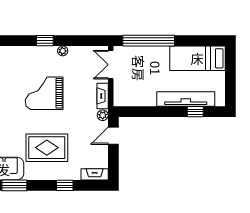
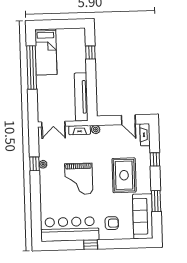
window: (45, 41) -> (34, 164), moved
window: (149, 41) -> (32, 67), moved
tv unit: (186, 99) -> (81, 97), moved
door: (113, 136) -> (128, 120), moved

